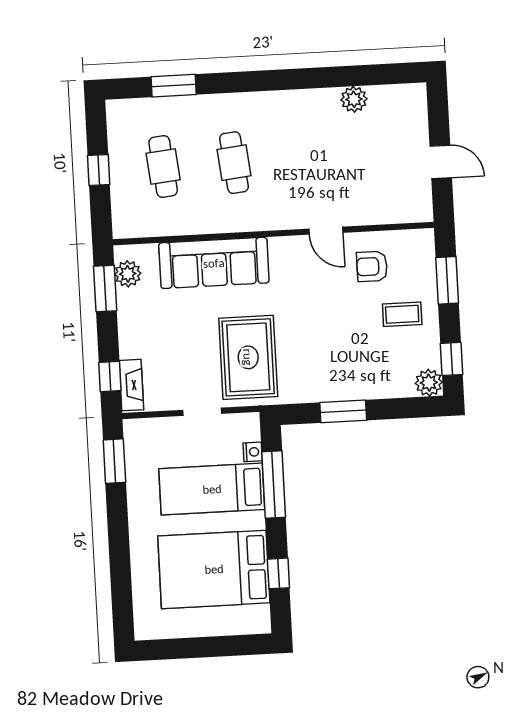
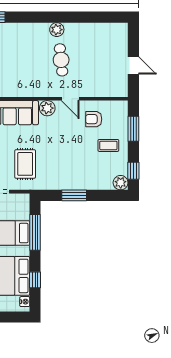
plant: (354, 99) -> (57, 30), moved
cafe table: (234, 163) -> (61, 60), moved
plant: (284, 251) -> (47, 108), added
rug: (248, 357) -> (25, 164), width x0.73, depth x0.70
nightstand: (253, 452) -> (25, 302), moved

